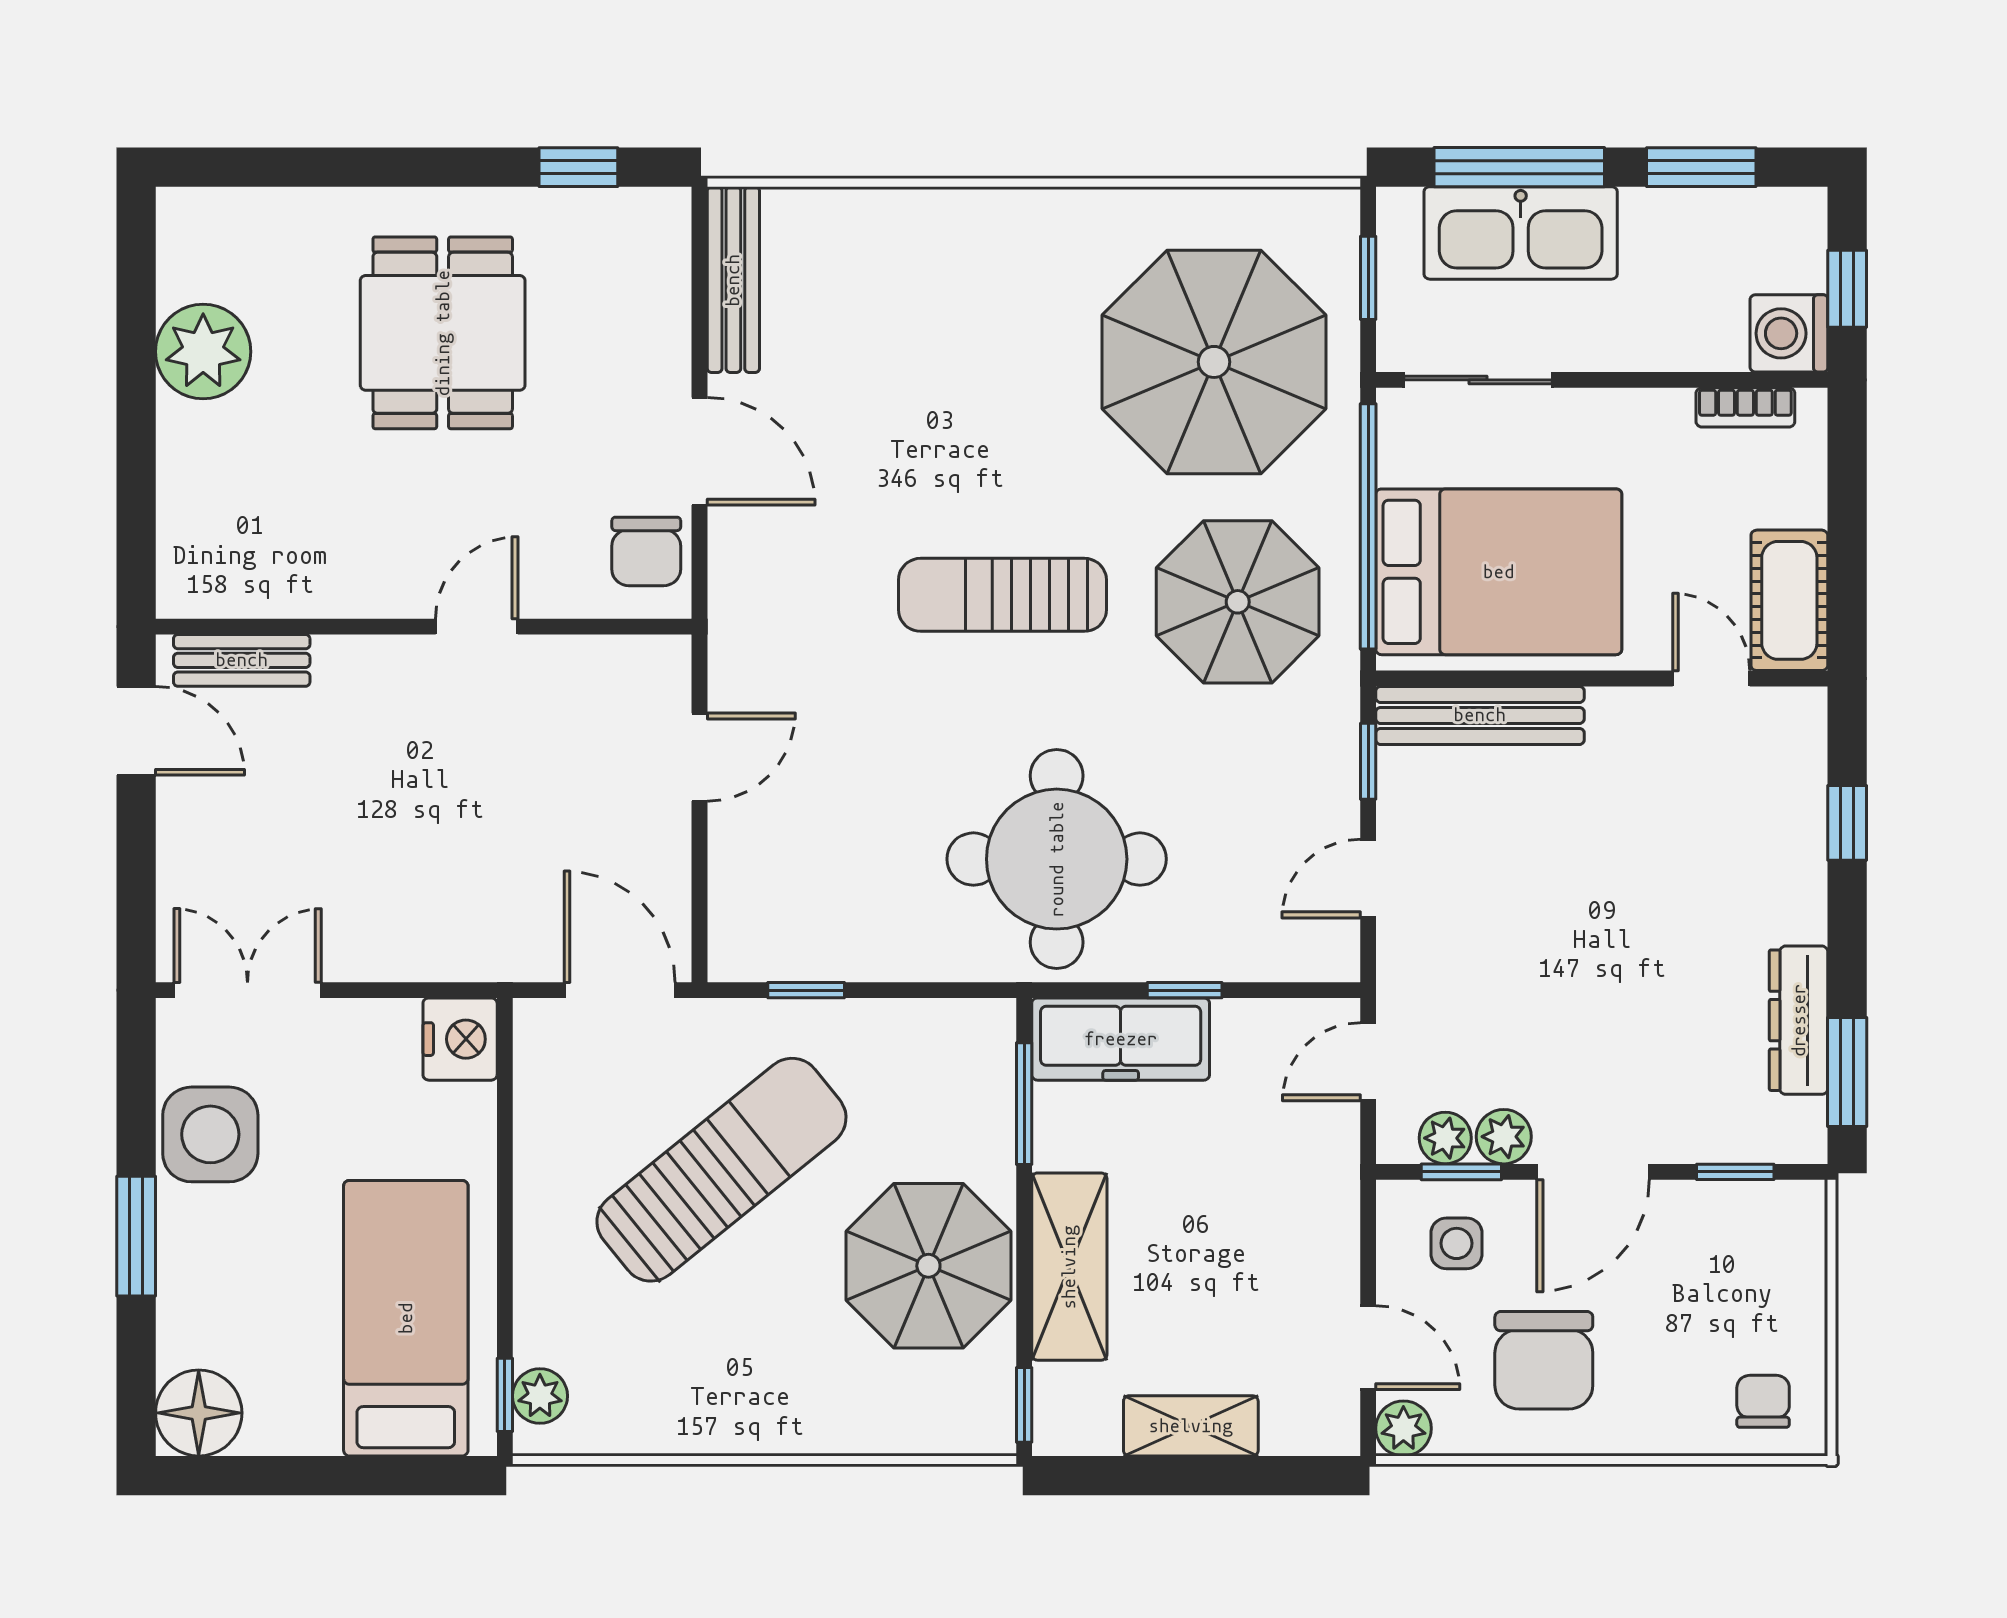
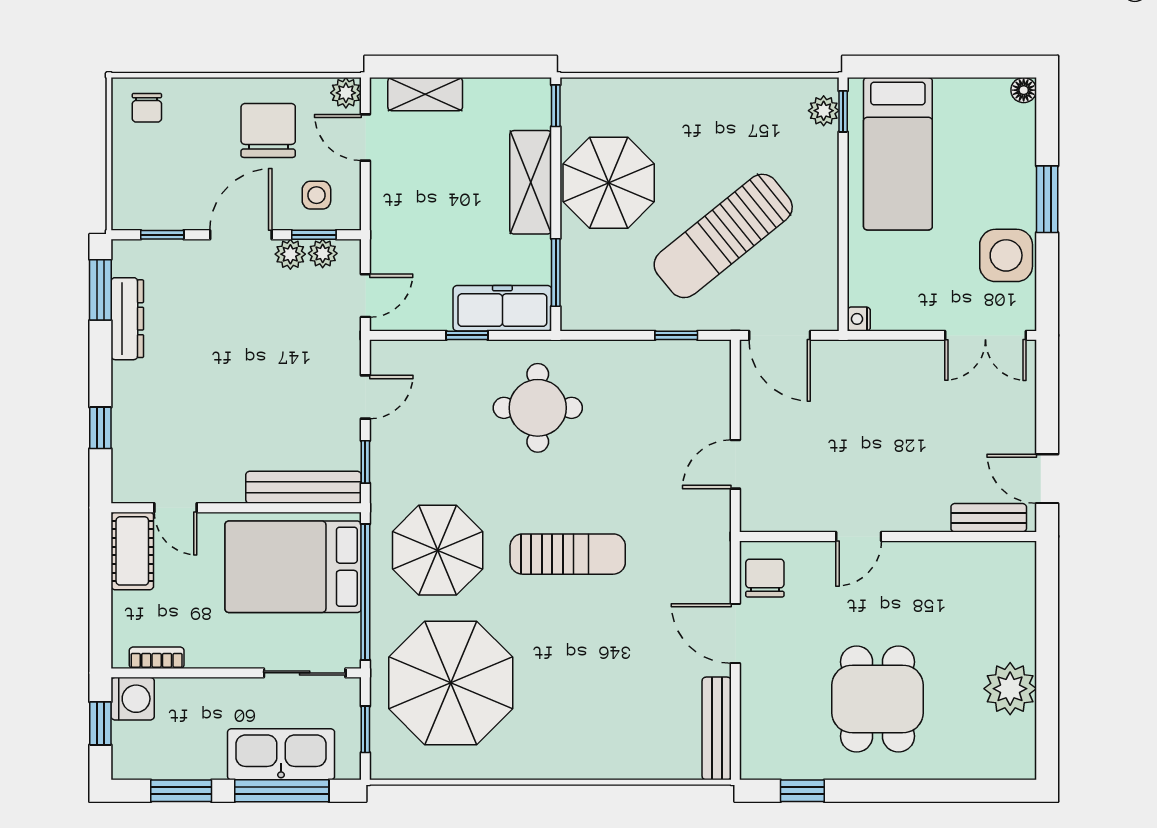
round table: (1057, 859) -> (538, 408), width x0.73, depth x0.73
nightstand: (460, 1039) -> (859, 319), width x0.53, depth x0.56
floor lamp: (199, 1413) -> (1024, 90), width x0.53, depth x0.53
shelving: (1191, 1426) -> (425, 94), moved

